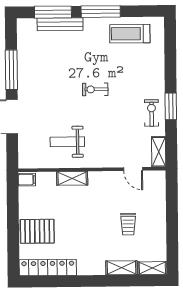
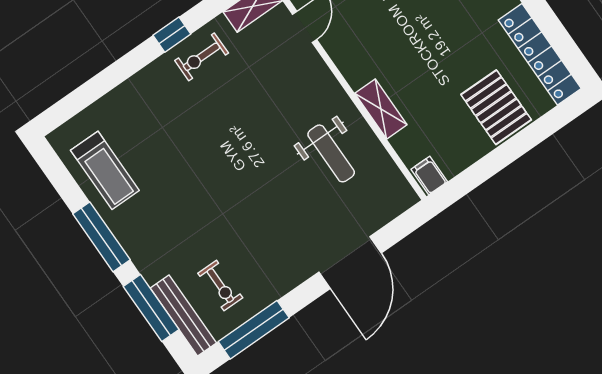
bench: (60, 24) -> (183, 315), moved
window: (11, 70) -> (254, 330), moved
exercise bike: (95, 89) -> (220, 285), moved
window: (171, 106) -> (172, 35), width x0.67

